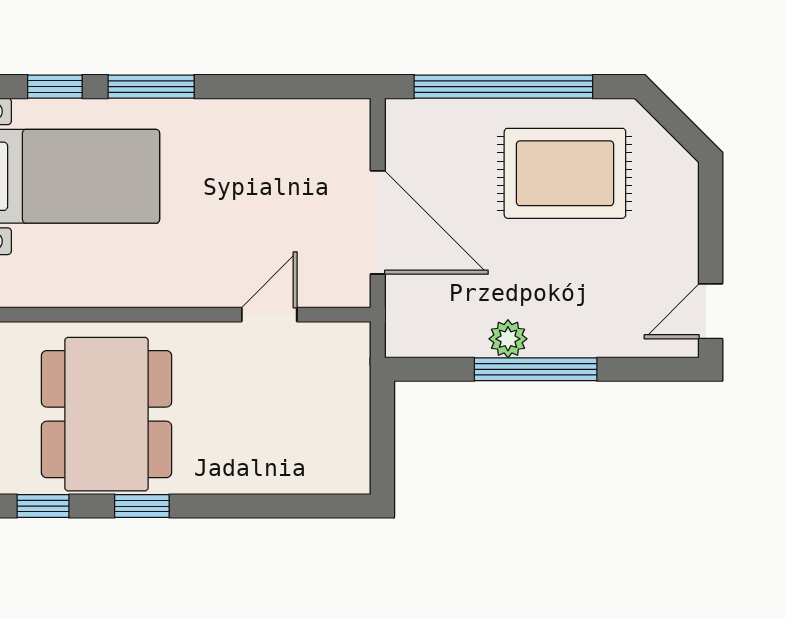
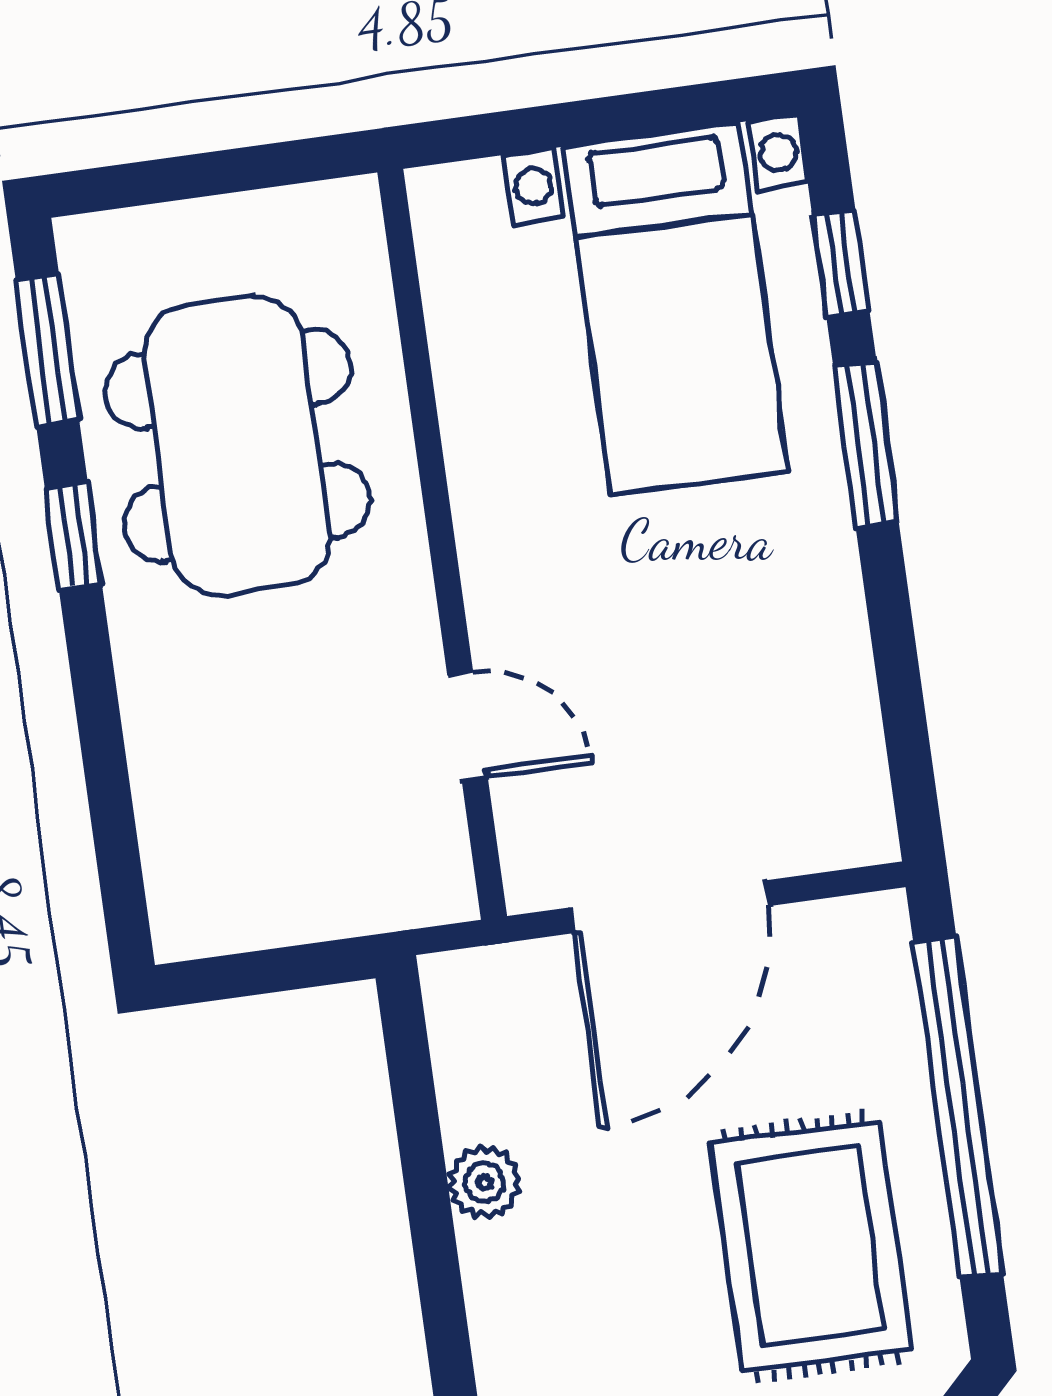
window: (536, 369) -> (434, 1242), removed
dining table: (107, 414) -> (237, 446), turned 90
window: (43, 506) -> (48, 350), width x1.50

